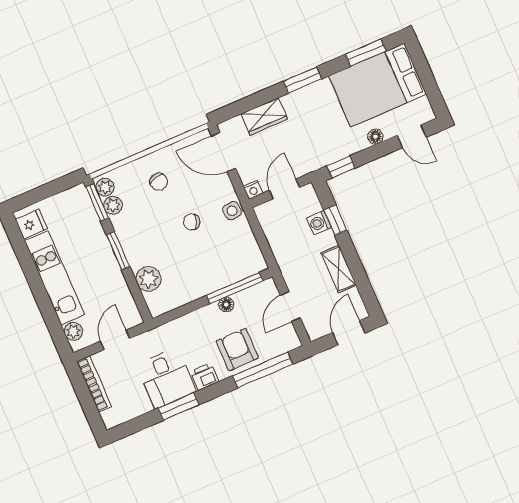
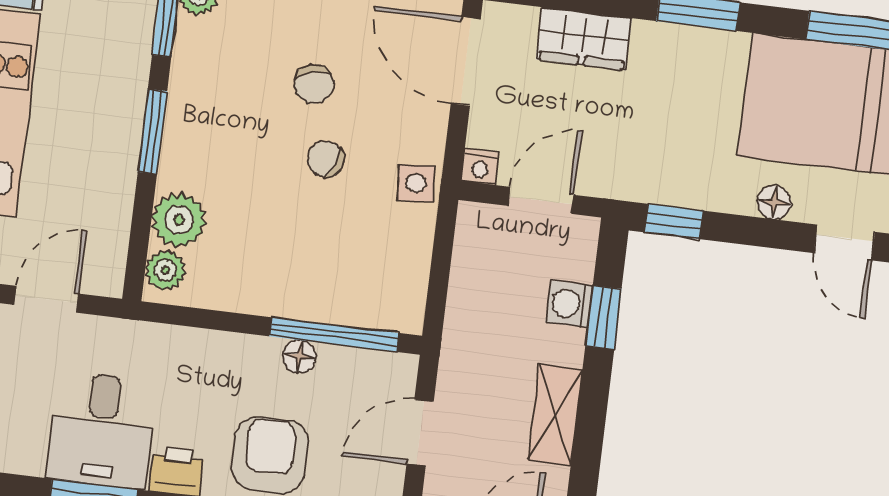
chair: (159, 182) -> (314, 84), moved
plant: (113, 205) -> (165, 270), moved

